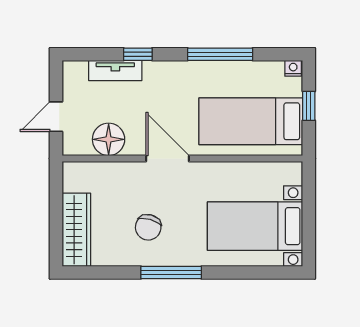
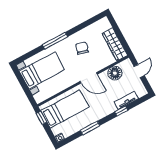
window: (220, 54) -> (90, 128), width x0.69
window: (309, 106) -> (41, 118), moved
wardrobe: (76, 230) -> (115, 44), moved
window: (171, 273) -> (55, 41), moved

